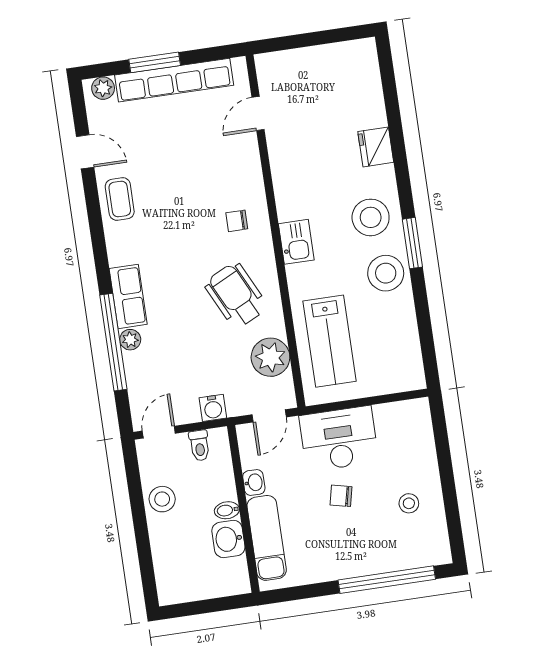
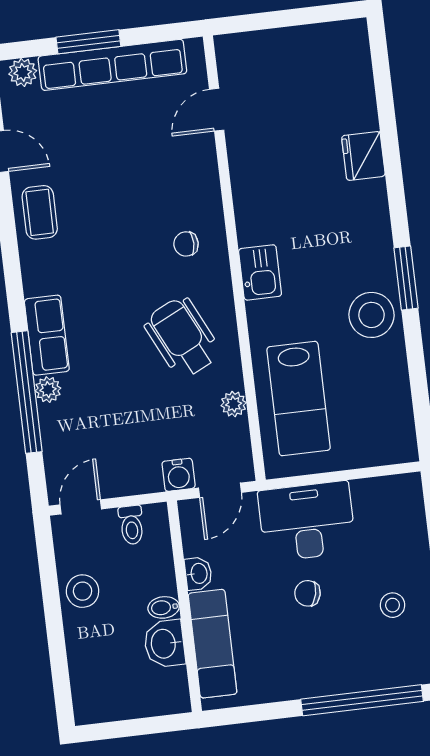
stool: (371, 217) -> (354, 244), removed
plant: (270, 357) -> (234, 404), width x0.53, depth x0.53
water cooler: (213, 408) -> (179, 475), moved

